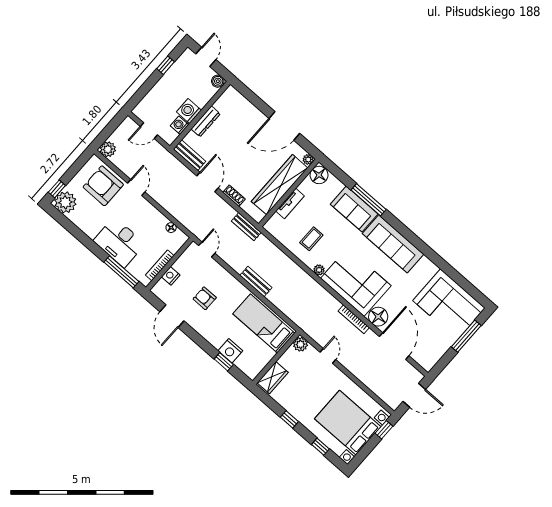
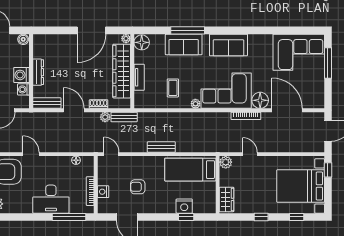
plant: (230, 212) -> (105, 117), added
sofa: (393, 244) -> (228, 45), width x0.73

